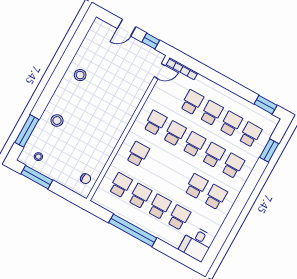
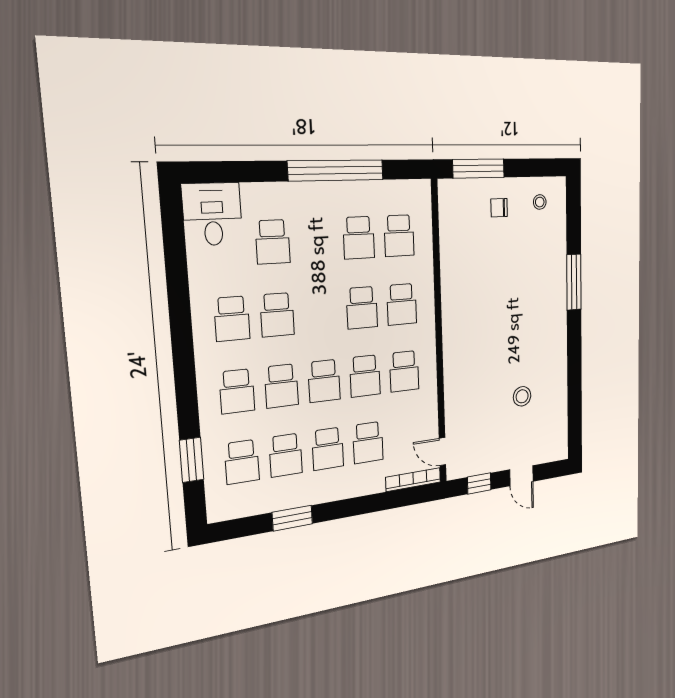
door: (127, 28) -> (521, 476), swing flipped
door: (160, 71) -> (442, 451), hinge flipped
stool: (80, 75) -> (522, 396), moved
window: (266, 105) -> (292, 518), moved
stool: (57, 121) -> (542, 275), removed
window: (27, 131) -> (574, 282), moved
window: (37, 177) -> (479, 168), moved
chair: (86, 179) -> (499, 208), moved
school desk: (159, 207) -> (362, 308), moved

